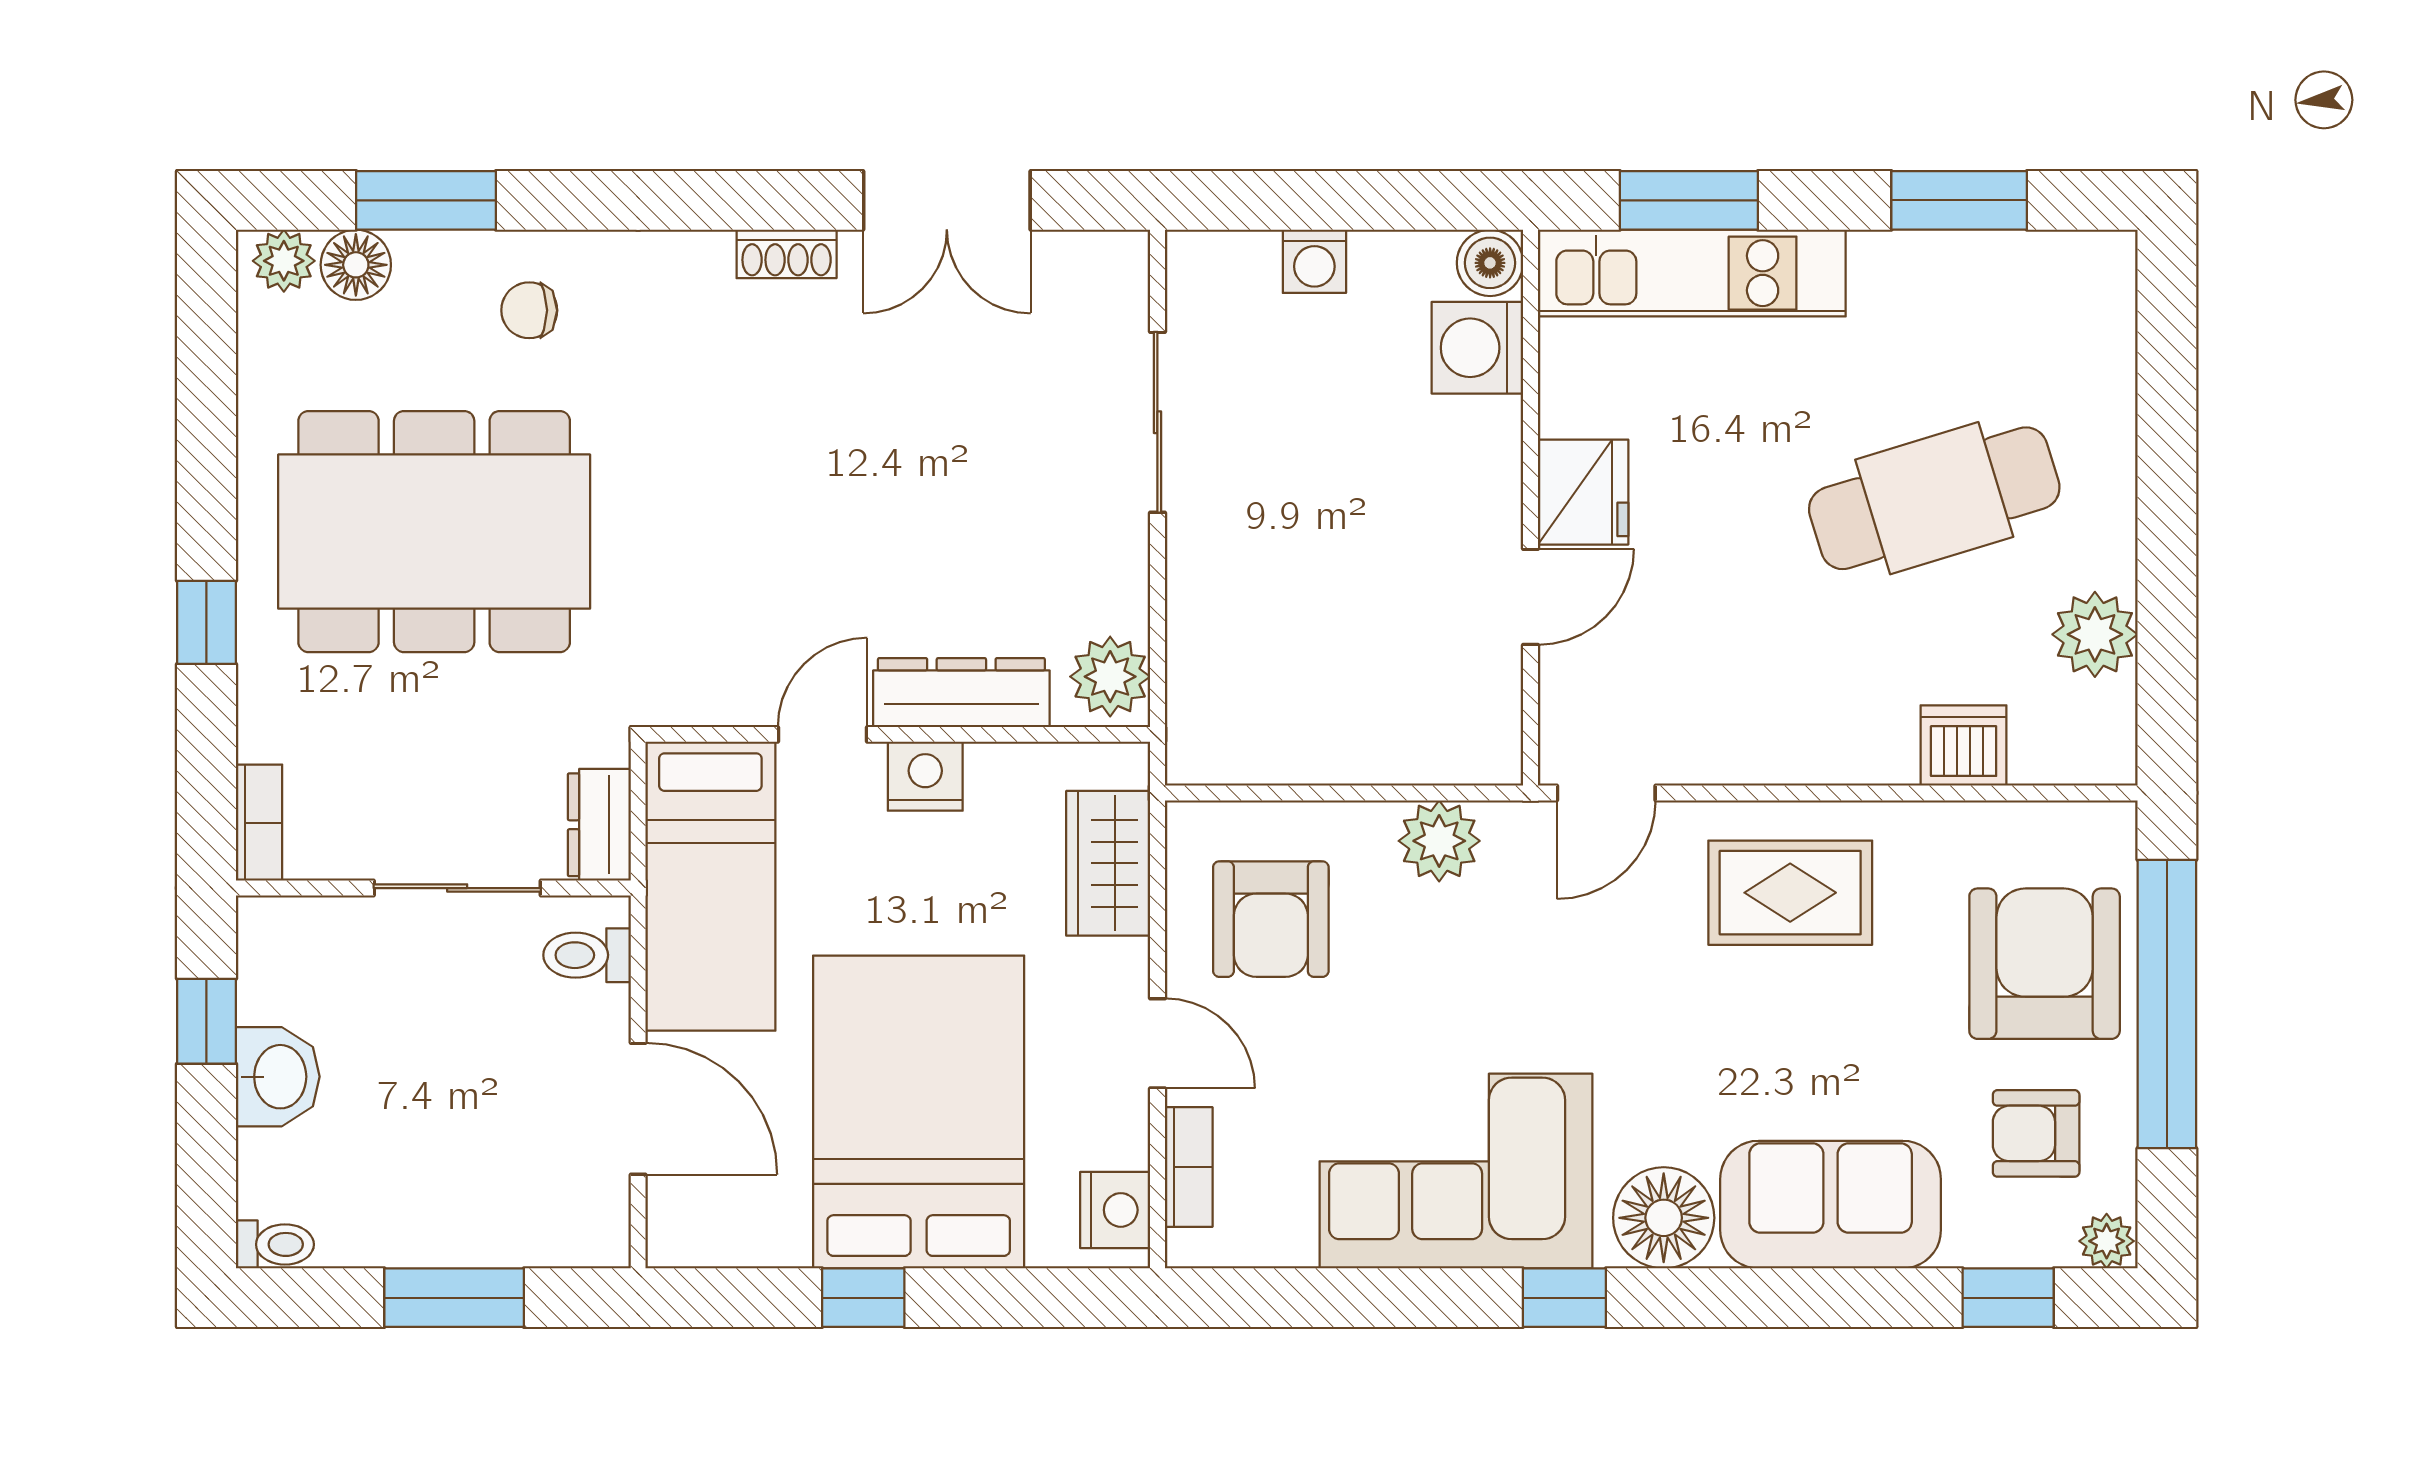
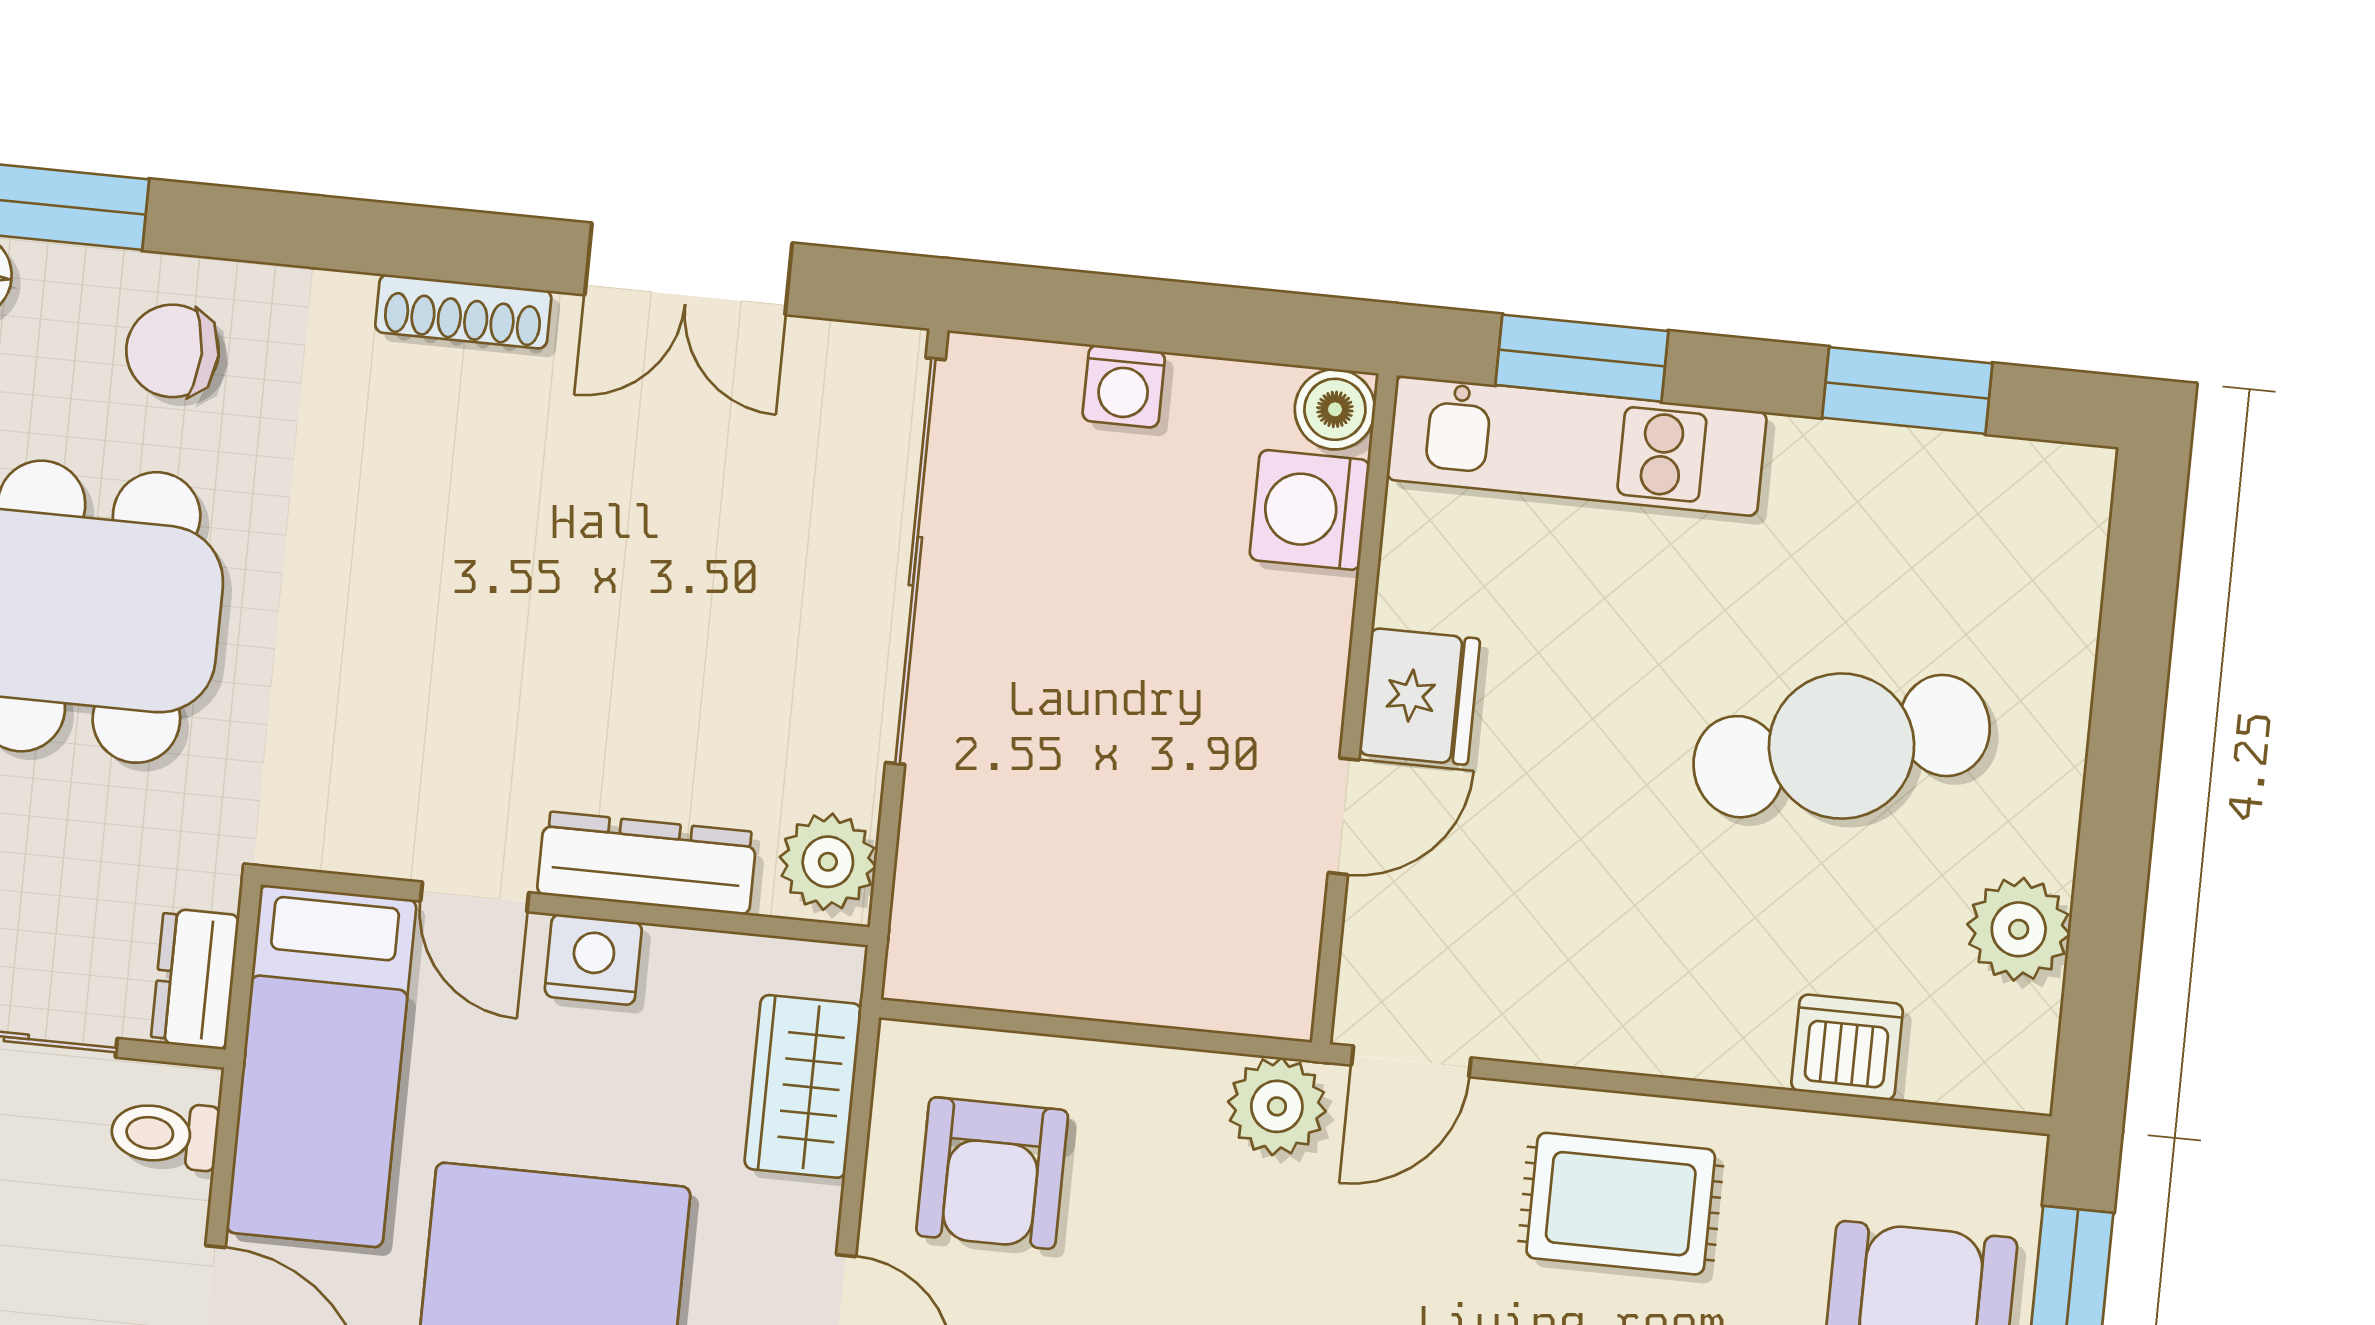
shoe rack: (787, 254) -> (463, 311), width x1.43
chair: (529, 310) -> (173, 351), width x1.37, depth x1.37
sliding door: (1157, 422) -> (915, 561), width x1.86
door: (823, 734) -> (475, 897), swing flipped
plant: (1439, 841) -> (1277, 1106), moved

